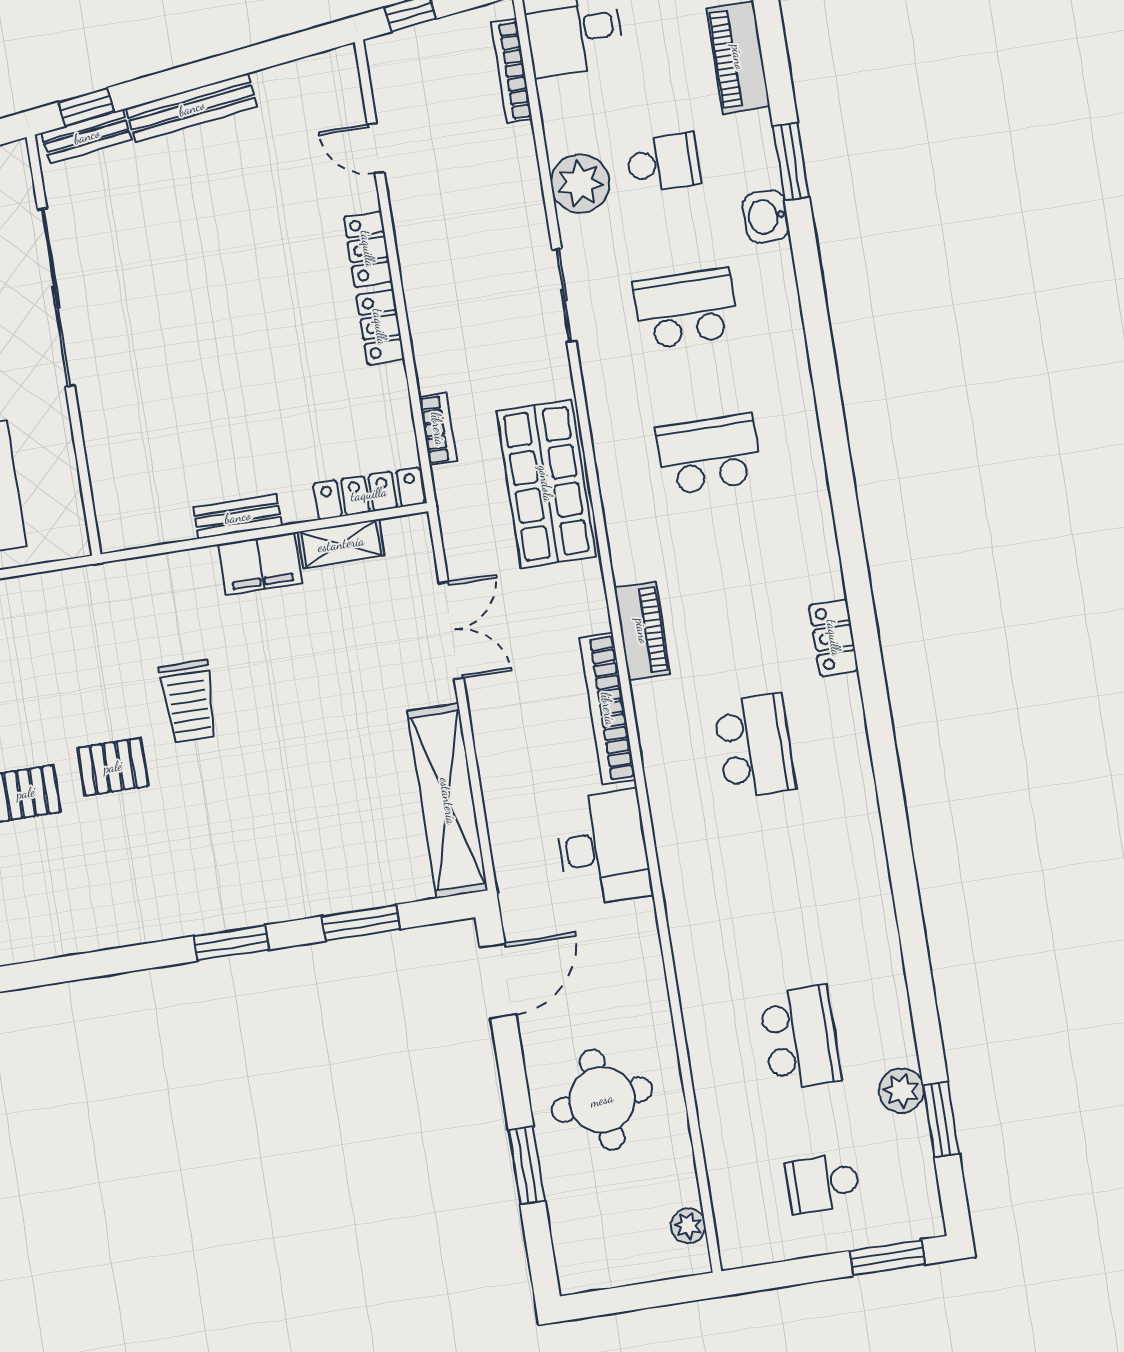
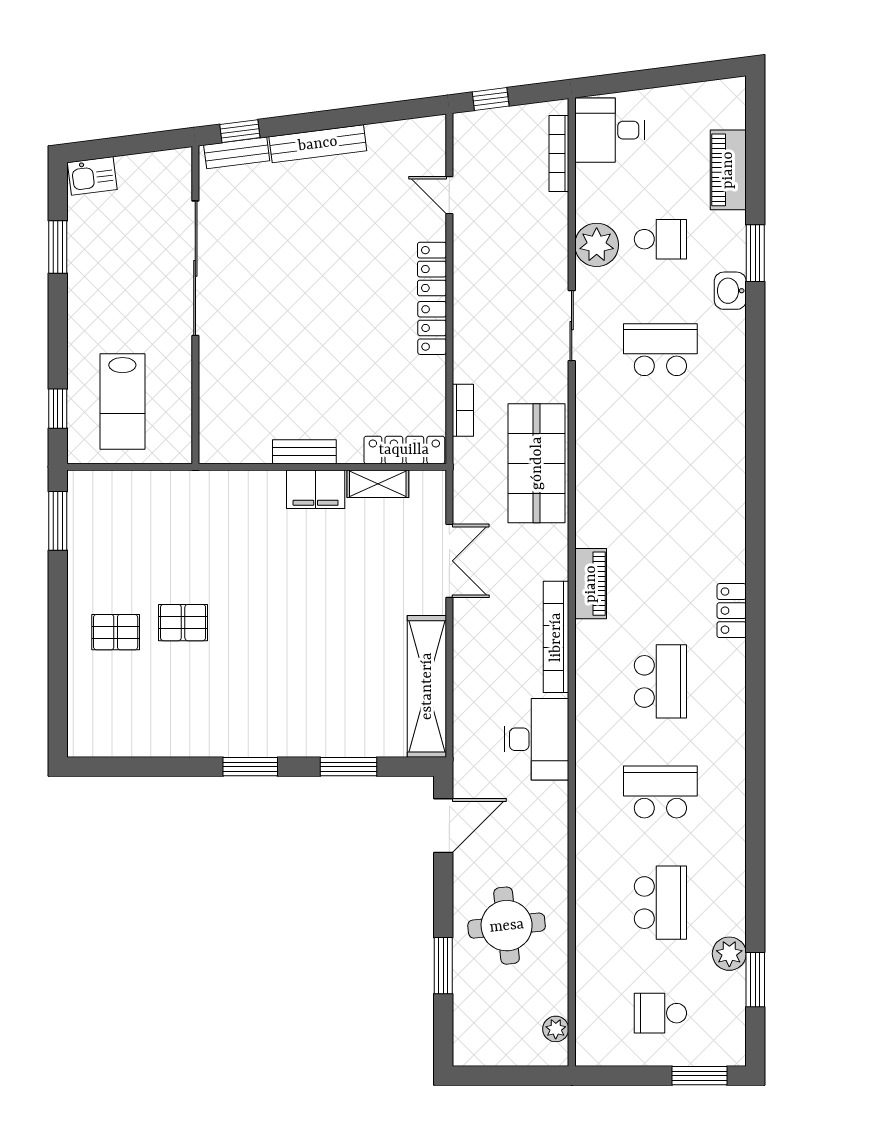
school desk: (709, 454) -> (660, 792), moved
trolley: (189, 701) -> (247, 583), removed

